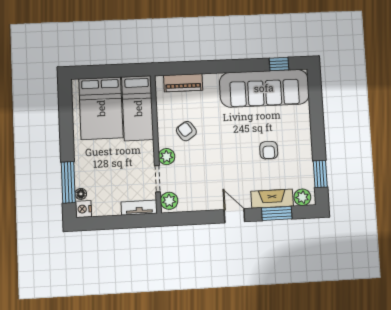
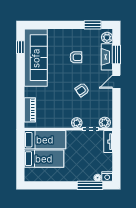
bed: (101, 108) -> (44, 159), width x0.67
armchair: (186, 131) -> (82, 90), moved

